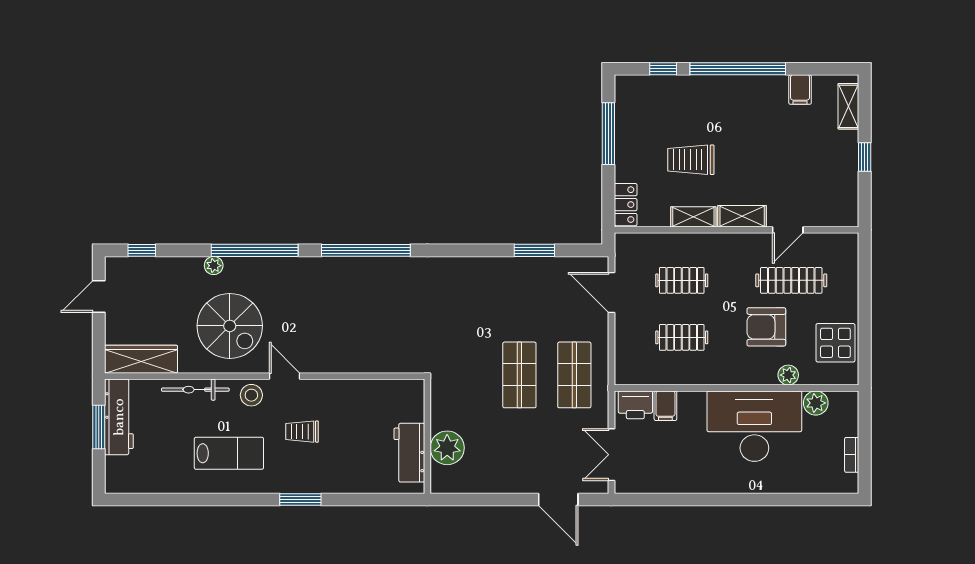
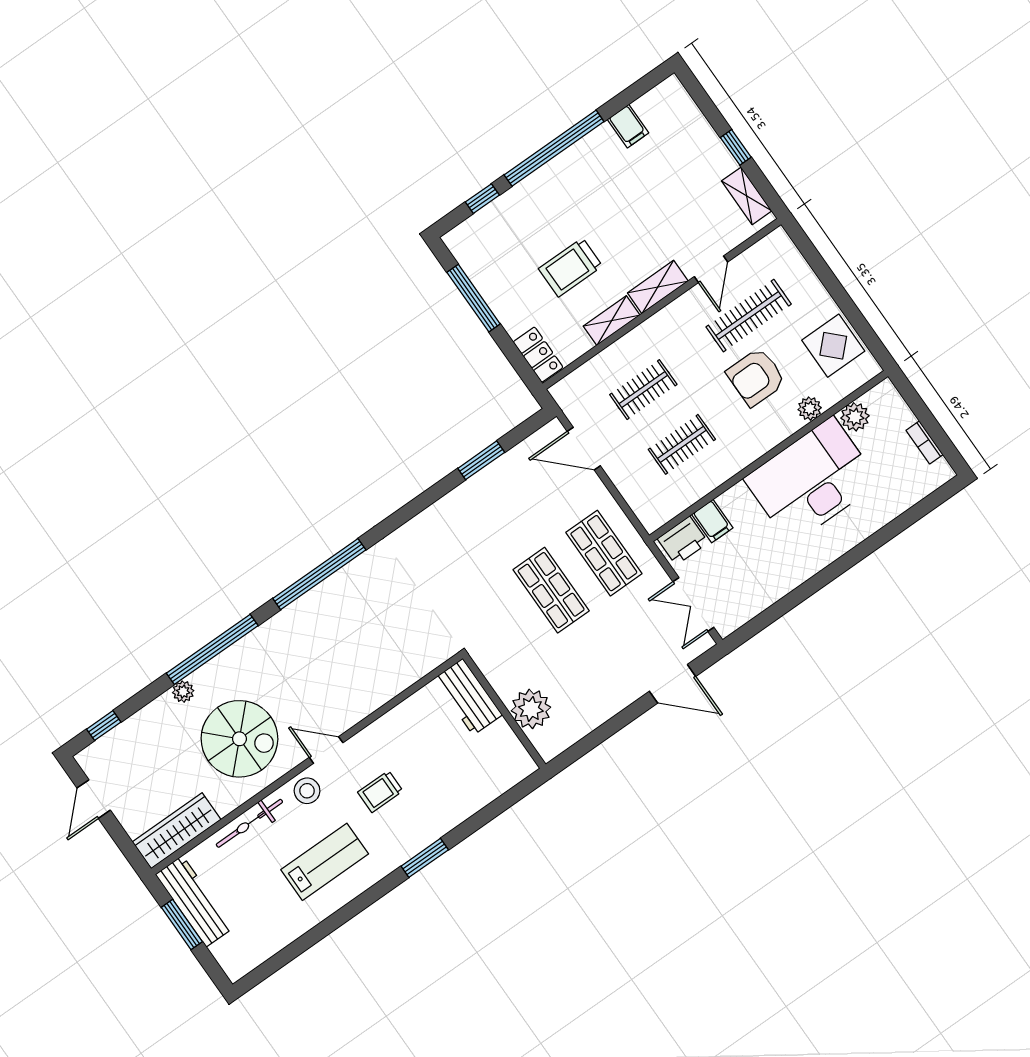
shelving: (848, 106) -> (747, 196), moved
workbench: (409, 453) -> (468, 697), moved

